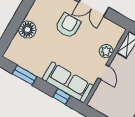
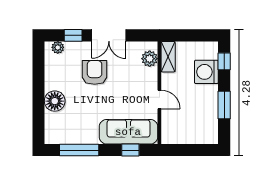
plant: (106, 51) -> (150, 59), moved
window: (25, 75) -> (79, 150), width x1.44

